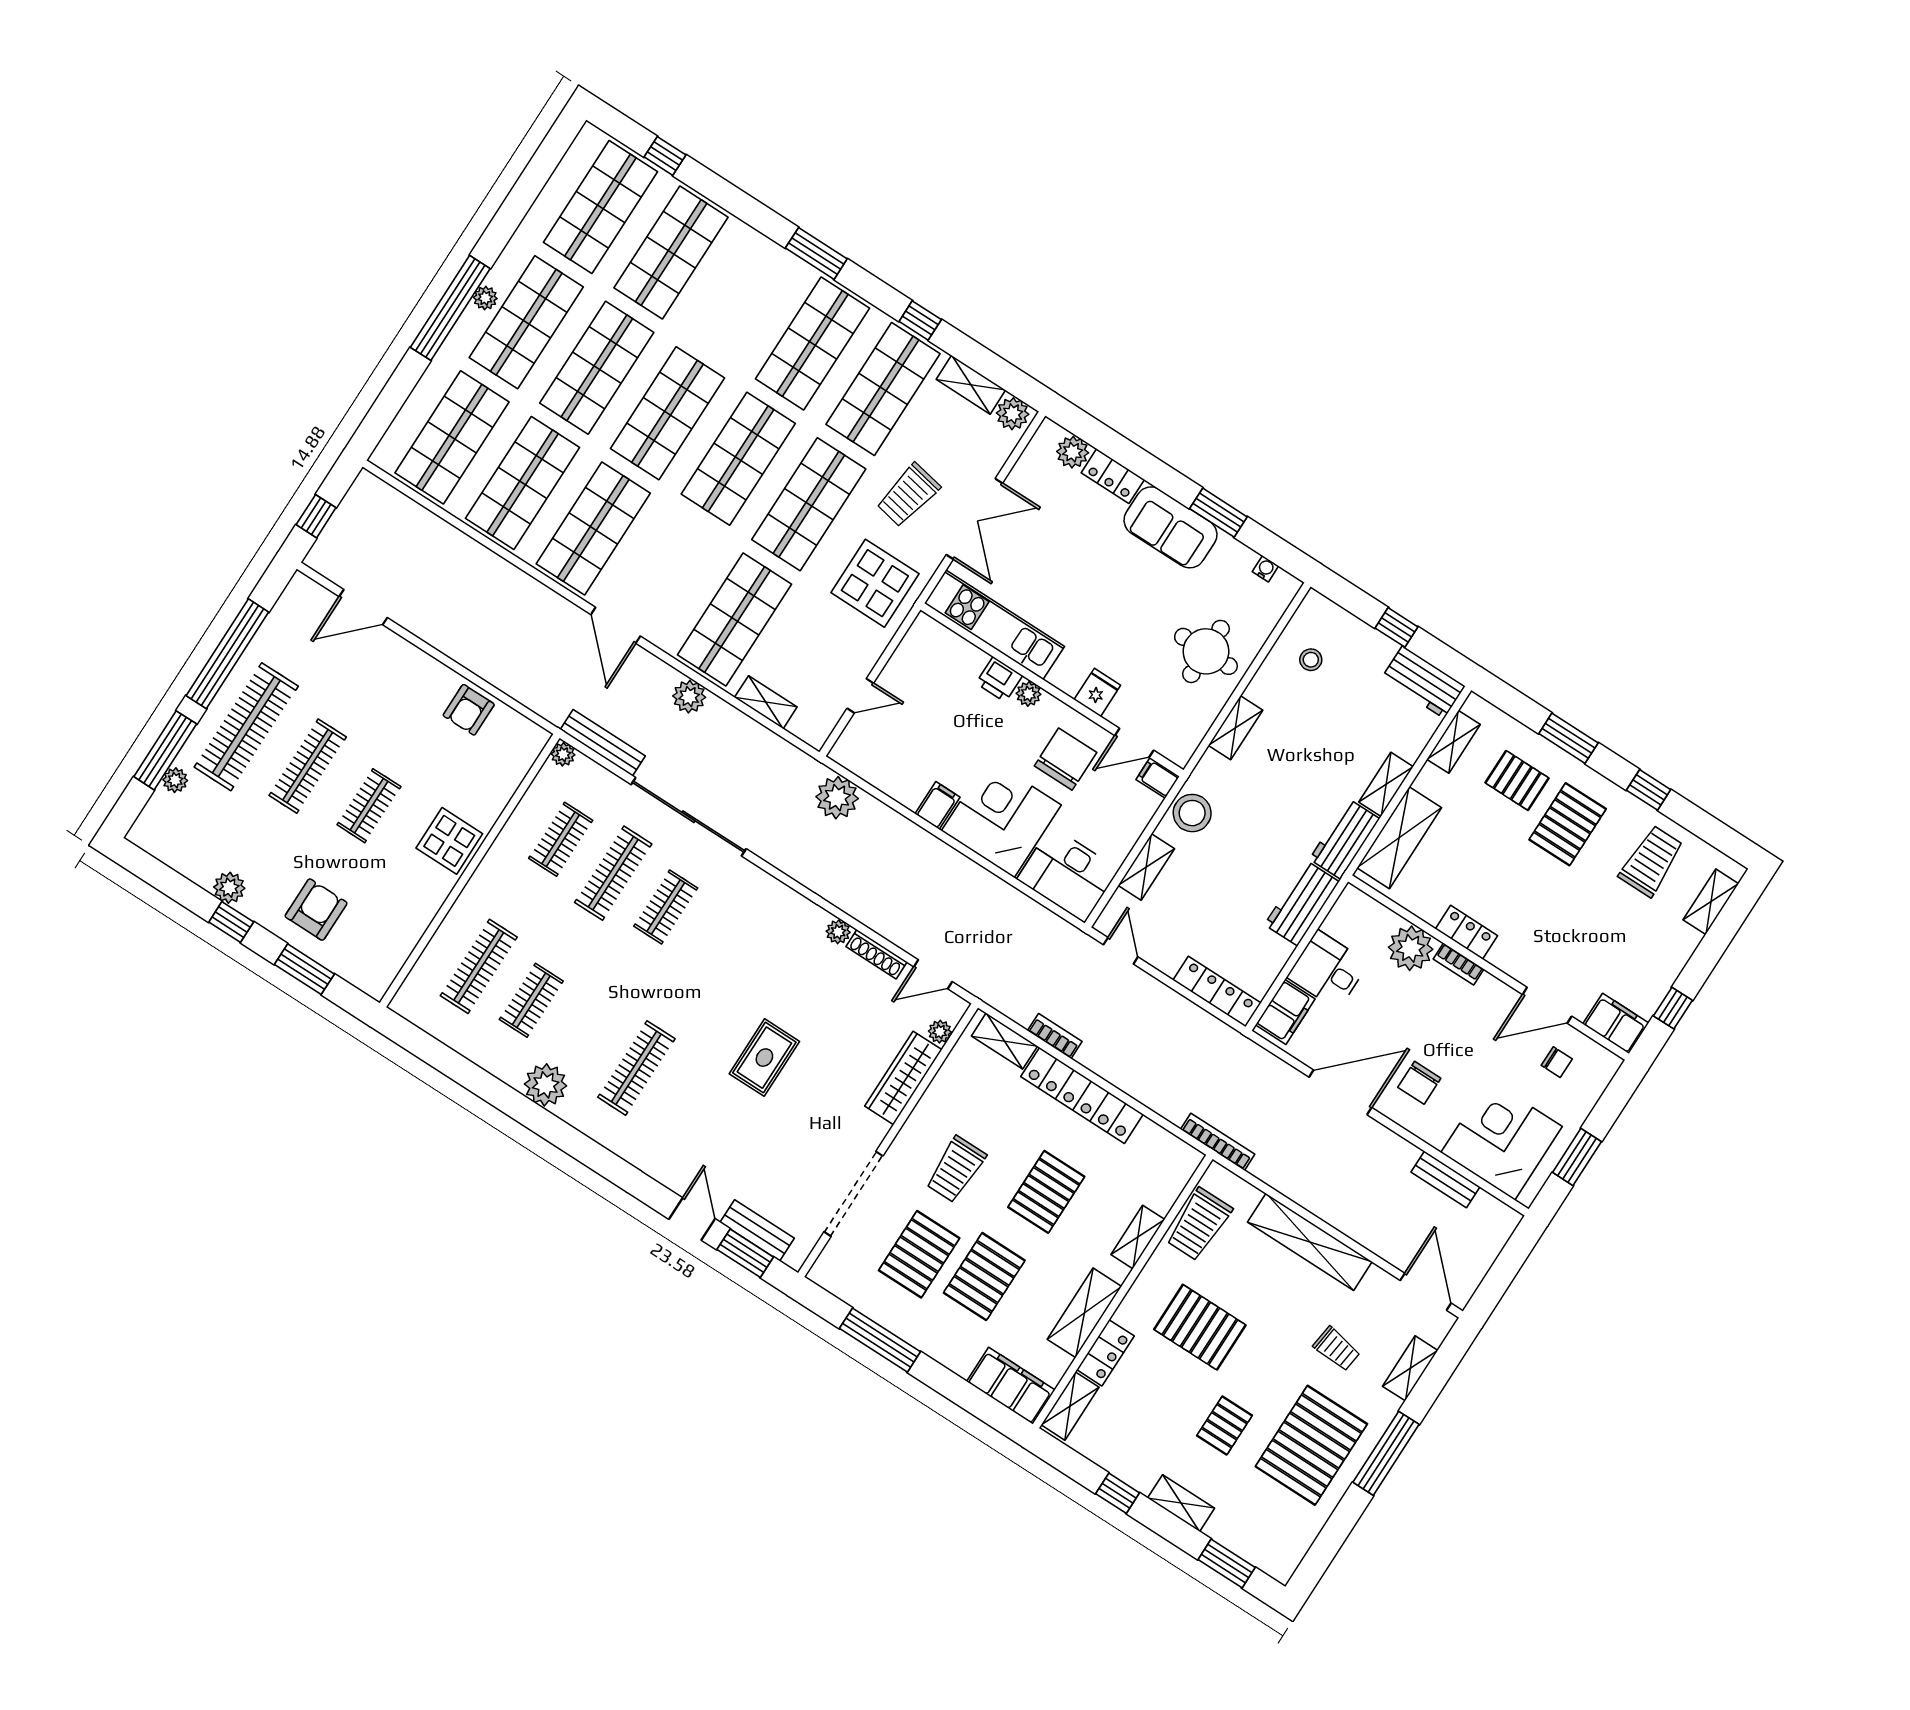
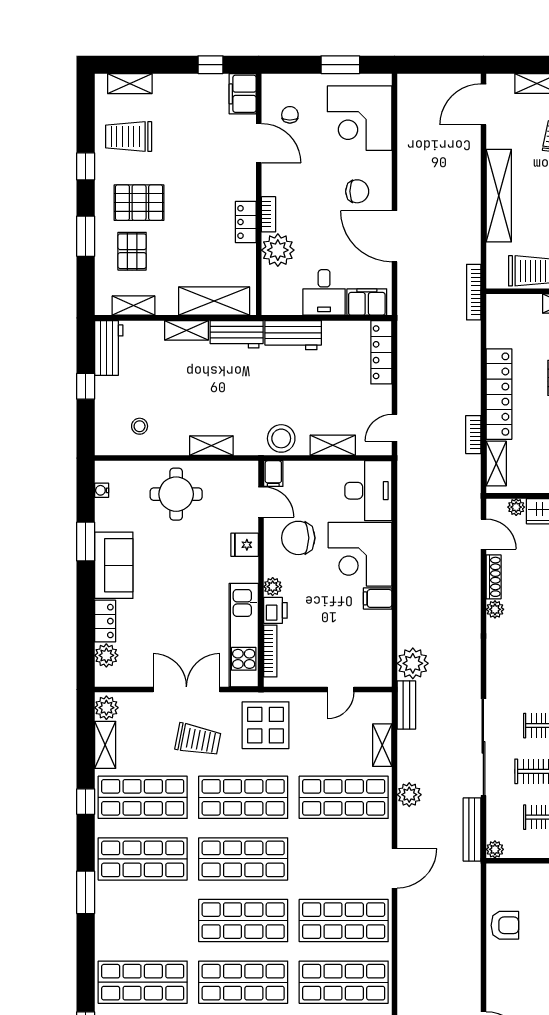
bookcase: (957, 643) -> (270, 651), added
door: (860, 696) -> (341, 689), swing flipped
bench: (1445, 1179) -> (406, 705), moved

